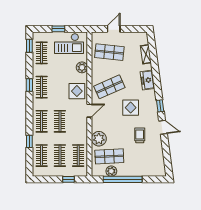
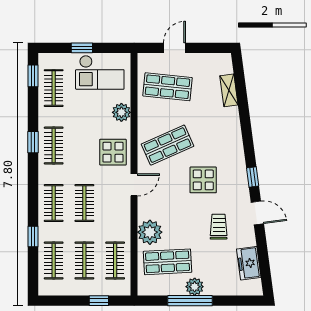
freezer: (147, 80) -> (249, 263), moved
plant: (111, 171) -> (195, 287), moved
window: (123, 179) -> (190, 301), width x0.68

